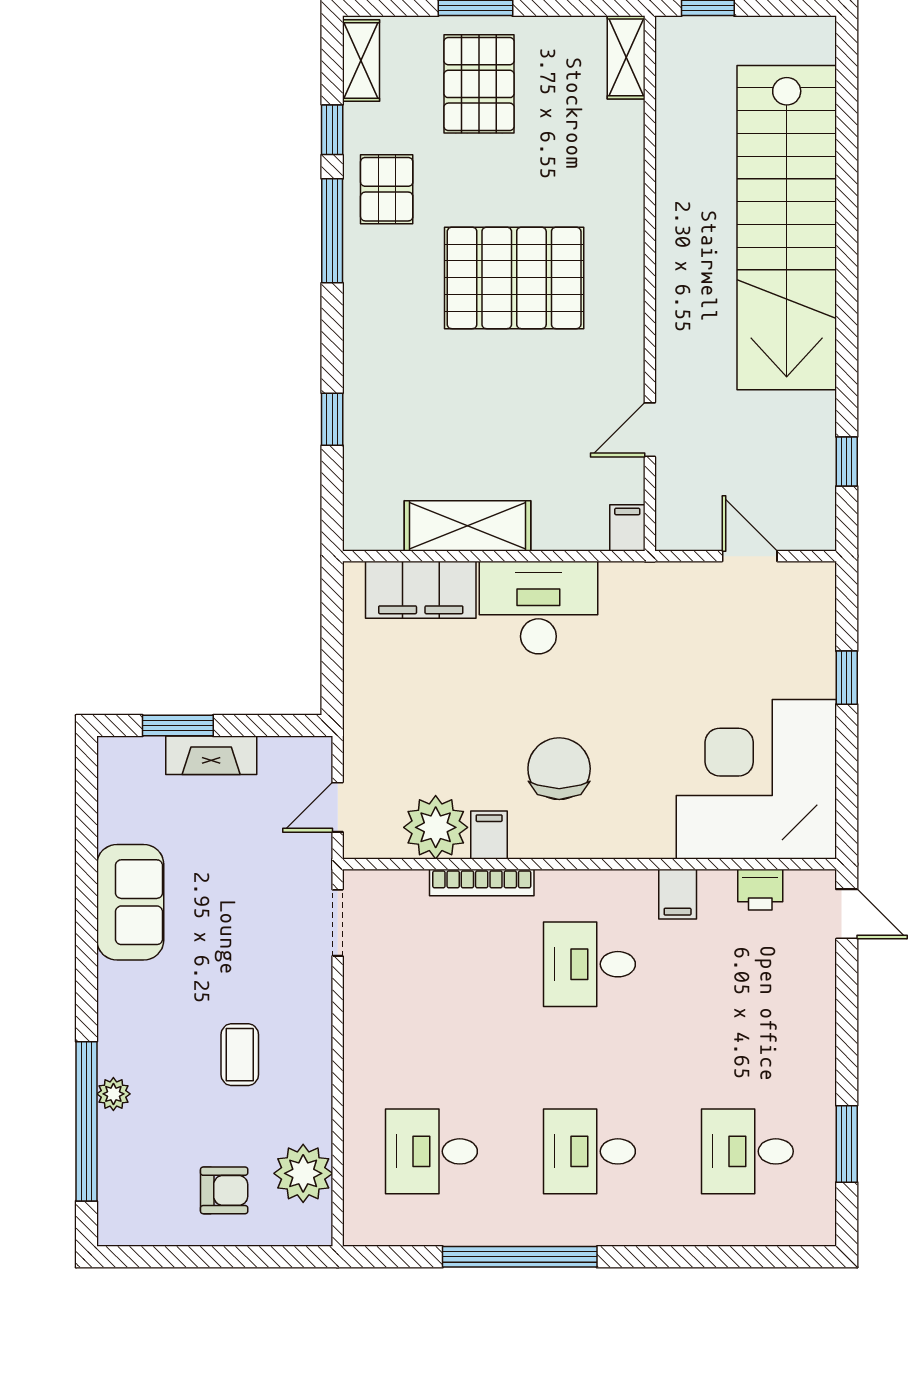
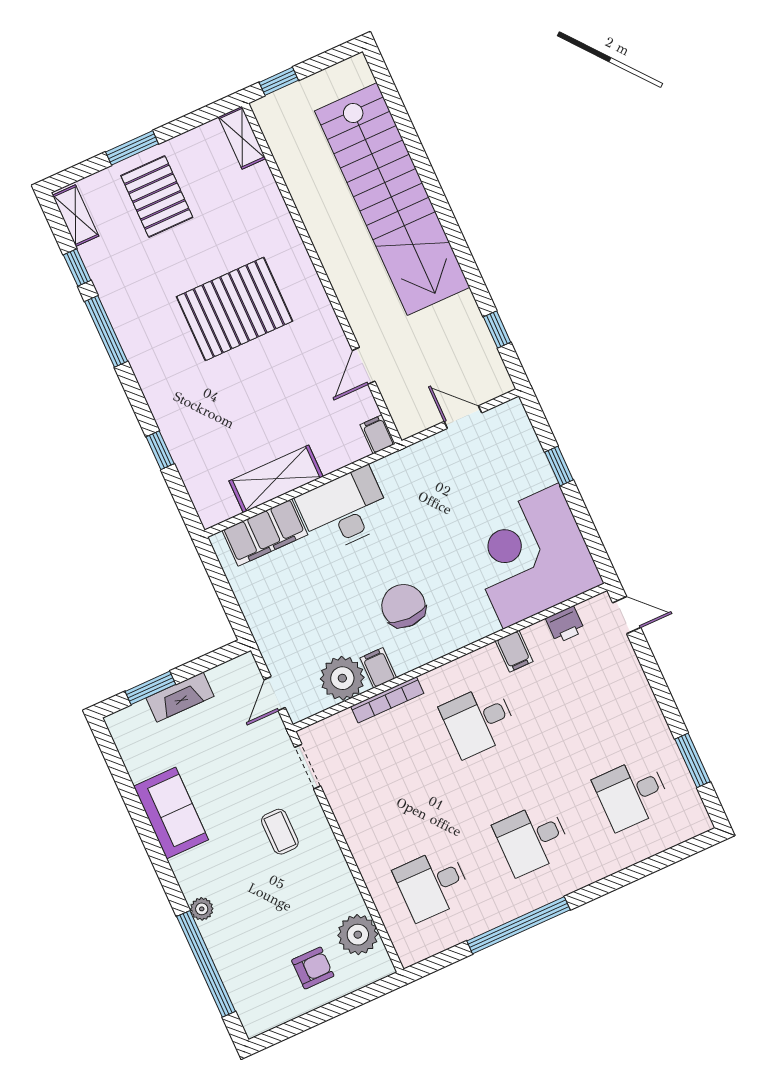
pallet: (387, 189) -> (129, 289), removed
coffee table: (240, 1055) -> (280, 832), moved
plant: (113, 1094) -> (202, 909), moved

